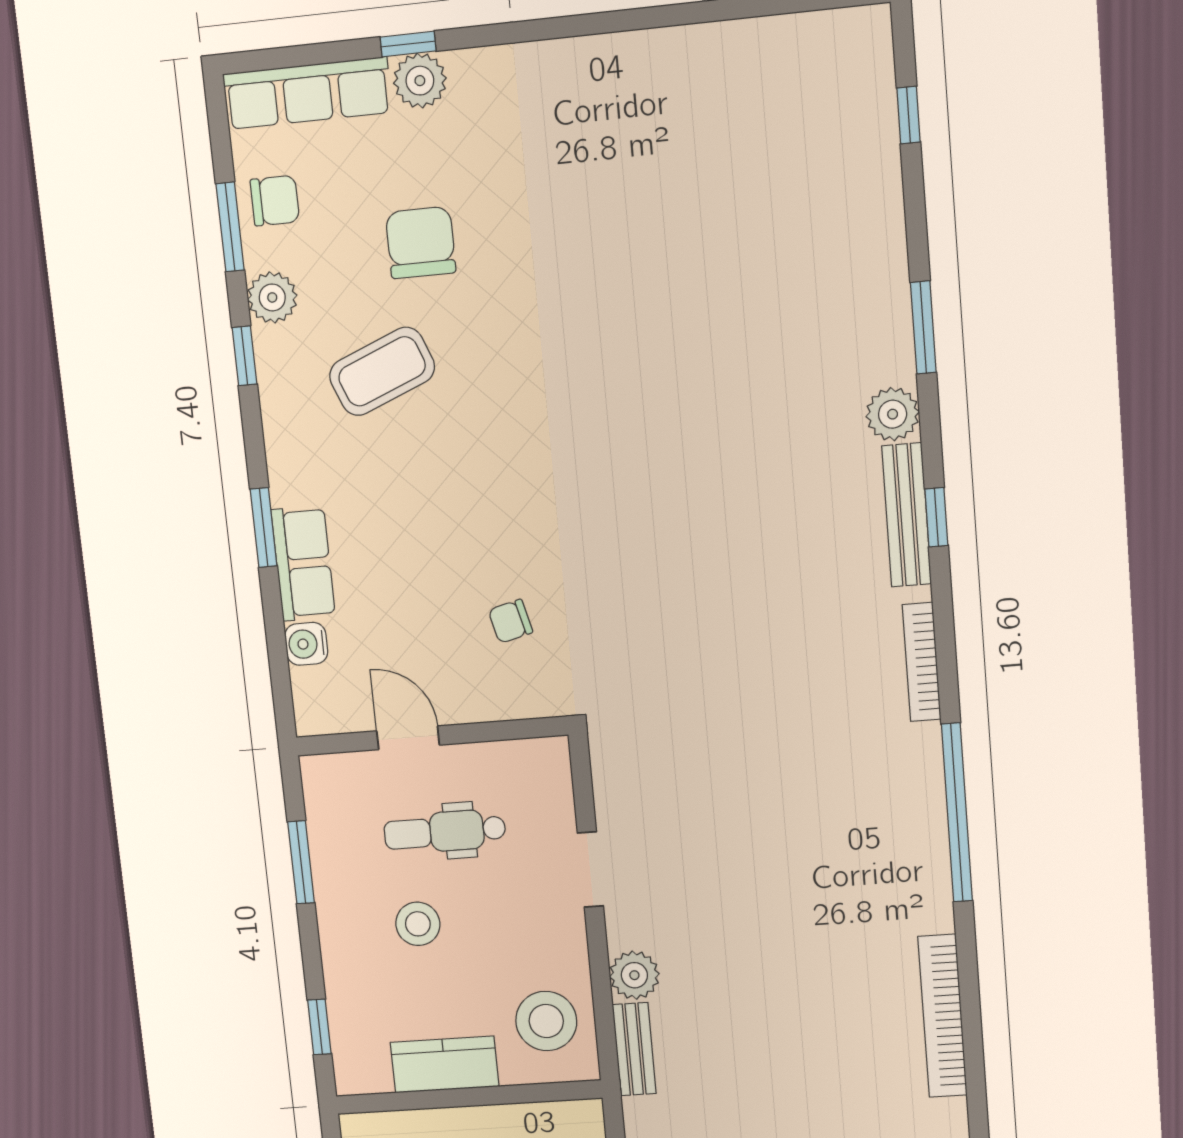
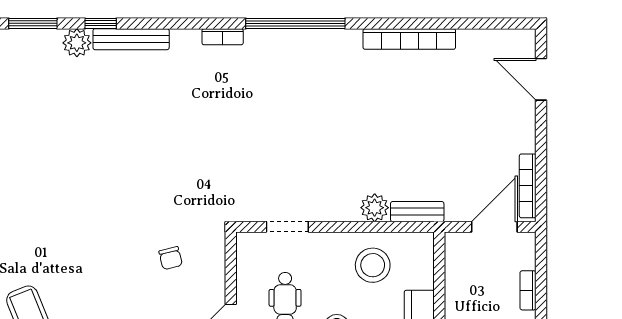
window: (936, 517) -> (101, 23), moved
bookcase: (922, 662) -> (223, 37), width x0.64
doorway: (590, 869) -> (287, 227), moved
stool: (546, 1021) -> (373, 265), moved

